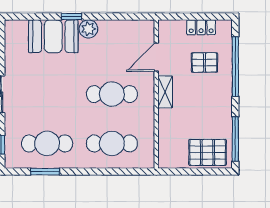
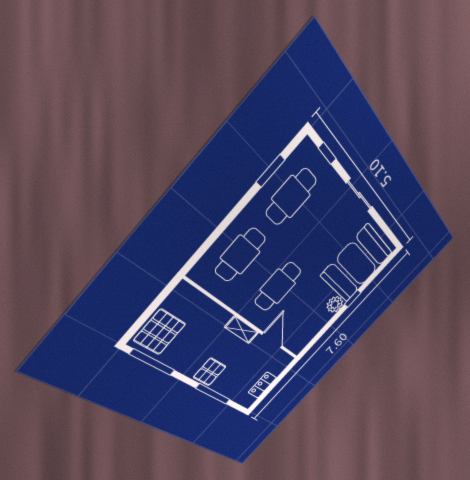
booth: (53, 36) -> (357, 264), width x1.36, depth x1.42
pallet: (204, 62) -> (210, 372), moved
window: (235, 67) -> (213, 394), width x0.68

